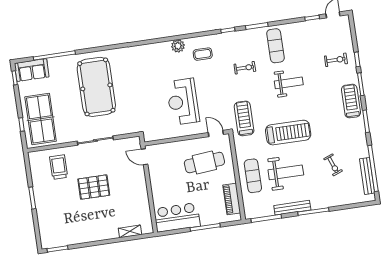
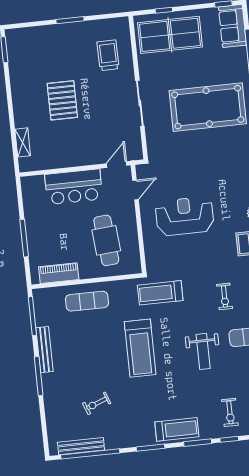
treadmill: (244, 118) -> (160, 293), turned 180
door: (216, 134) -> (136, 190), moved
trolley: (59, 167) -> (108, 55), turned -91
weight bench: (286, 172) -> (90, 343), removed
pallet: (94, 187) -> (62, 100), moved
bar counter: (177, 217) -> (74, 187), moved, turned 90

